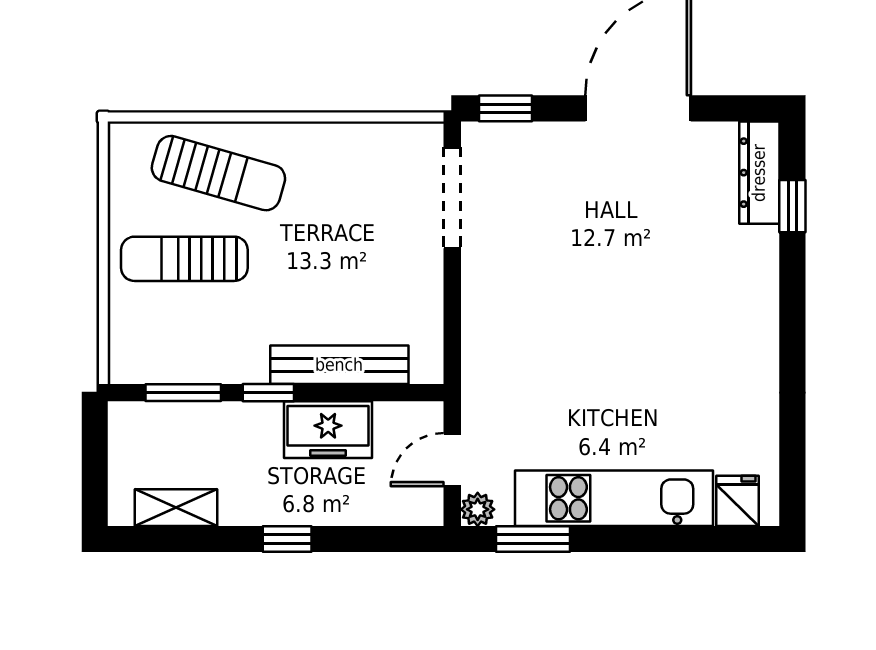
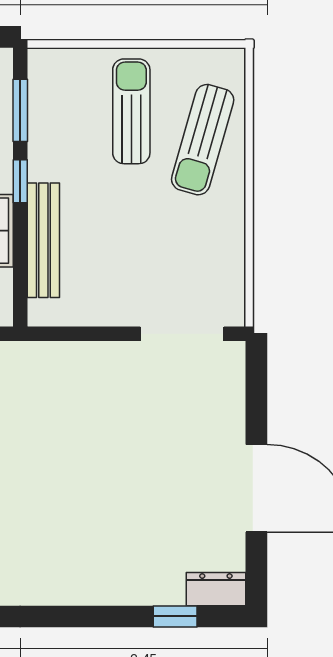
window: (505, 108) -> (256, 378), removed
dresser: (759, 173) -> (216, 589), width x0.70

